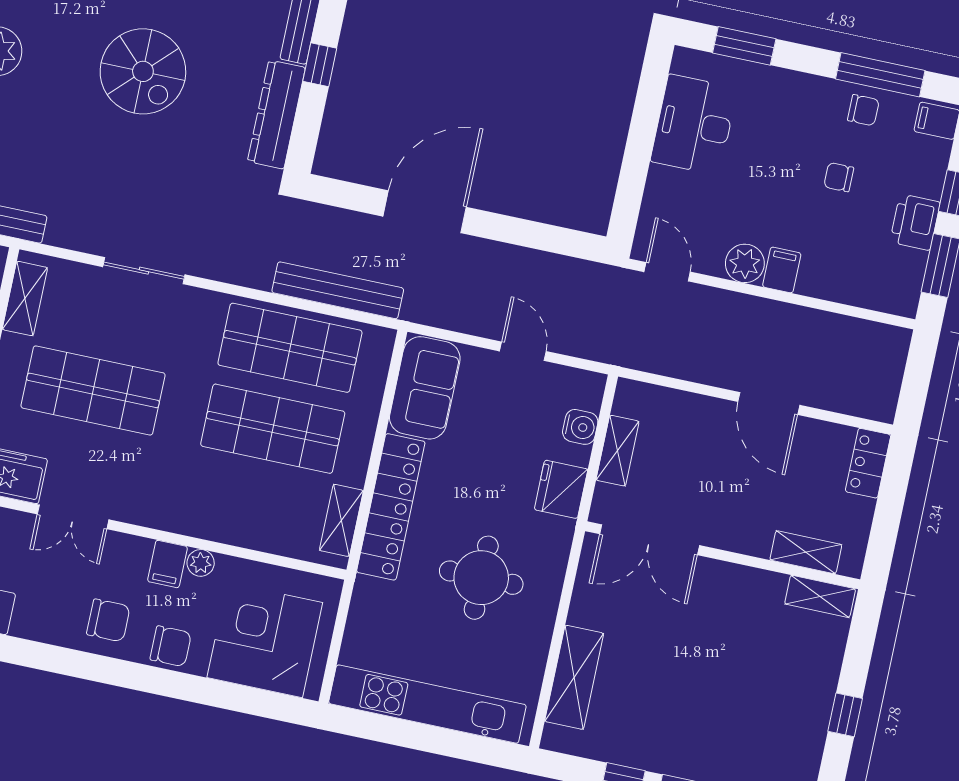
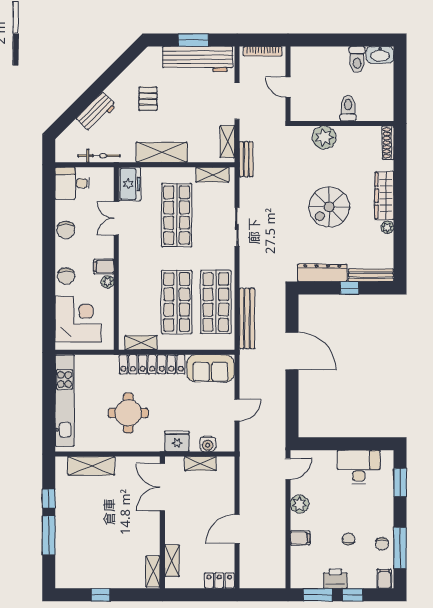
filing cabinet: (782, 270) -> (300, 538), moved
chair: (108, 620) -> (66, 230), moved

